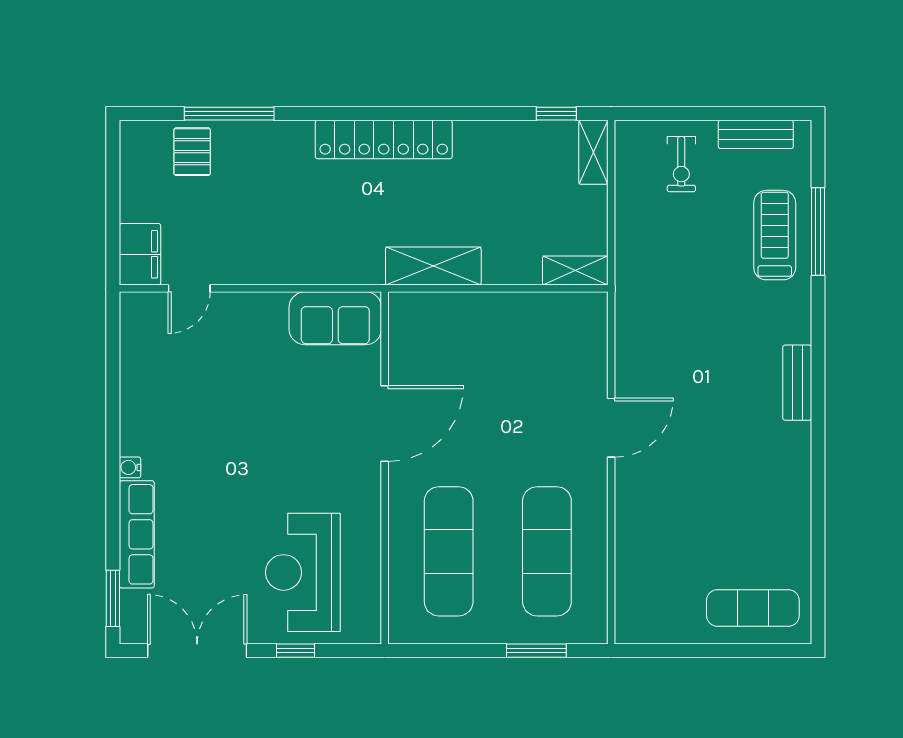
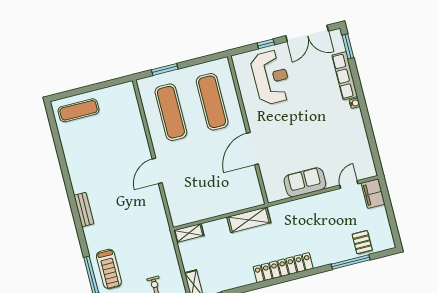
sofa: (335, 318) -> (305, 182), moved

